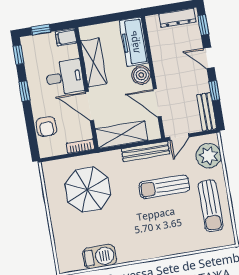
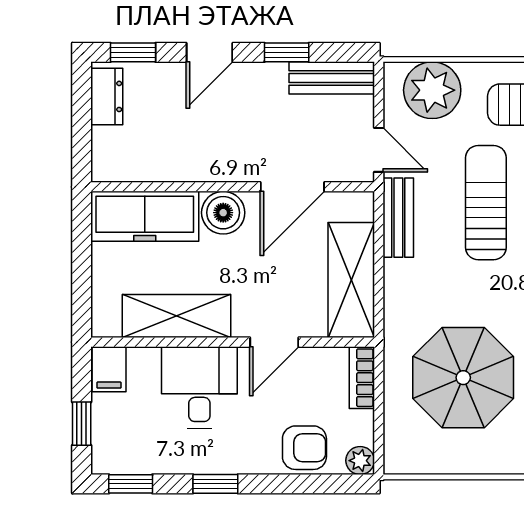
dresser: (177, 18) -> (107, 96), width x0.70
door: (89, 106) -> (274, 342), width x0.73
plant: (45, 151) -> (360, 461), added
bench: (145, 151) -> (398, 218), width x0.73
sun lounger: (164, 187) -> (486, 203), turned 180

